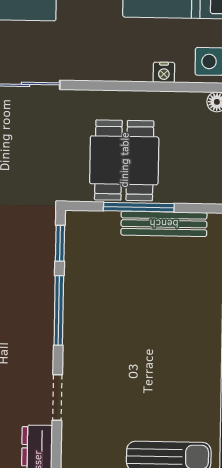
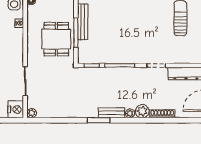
dining table: (124, 160) -> (56, 39), turned 90

